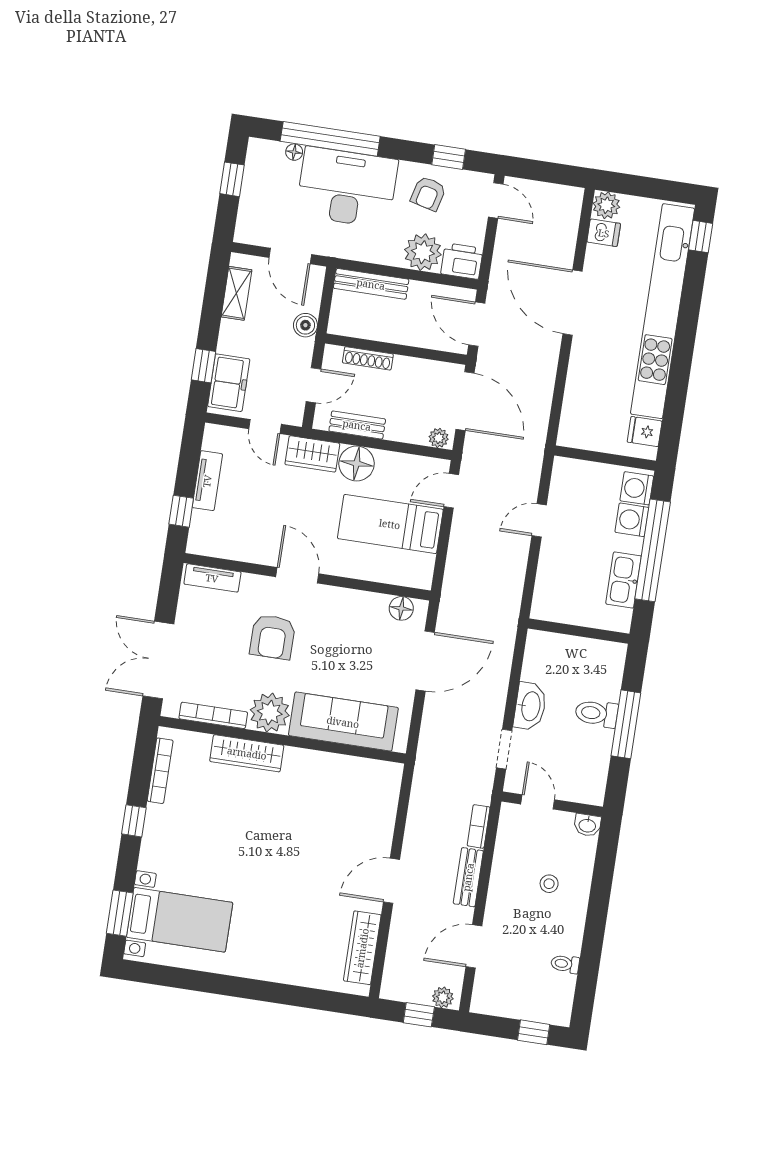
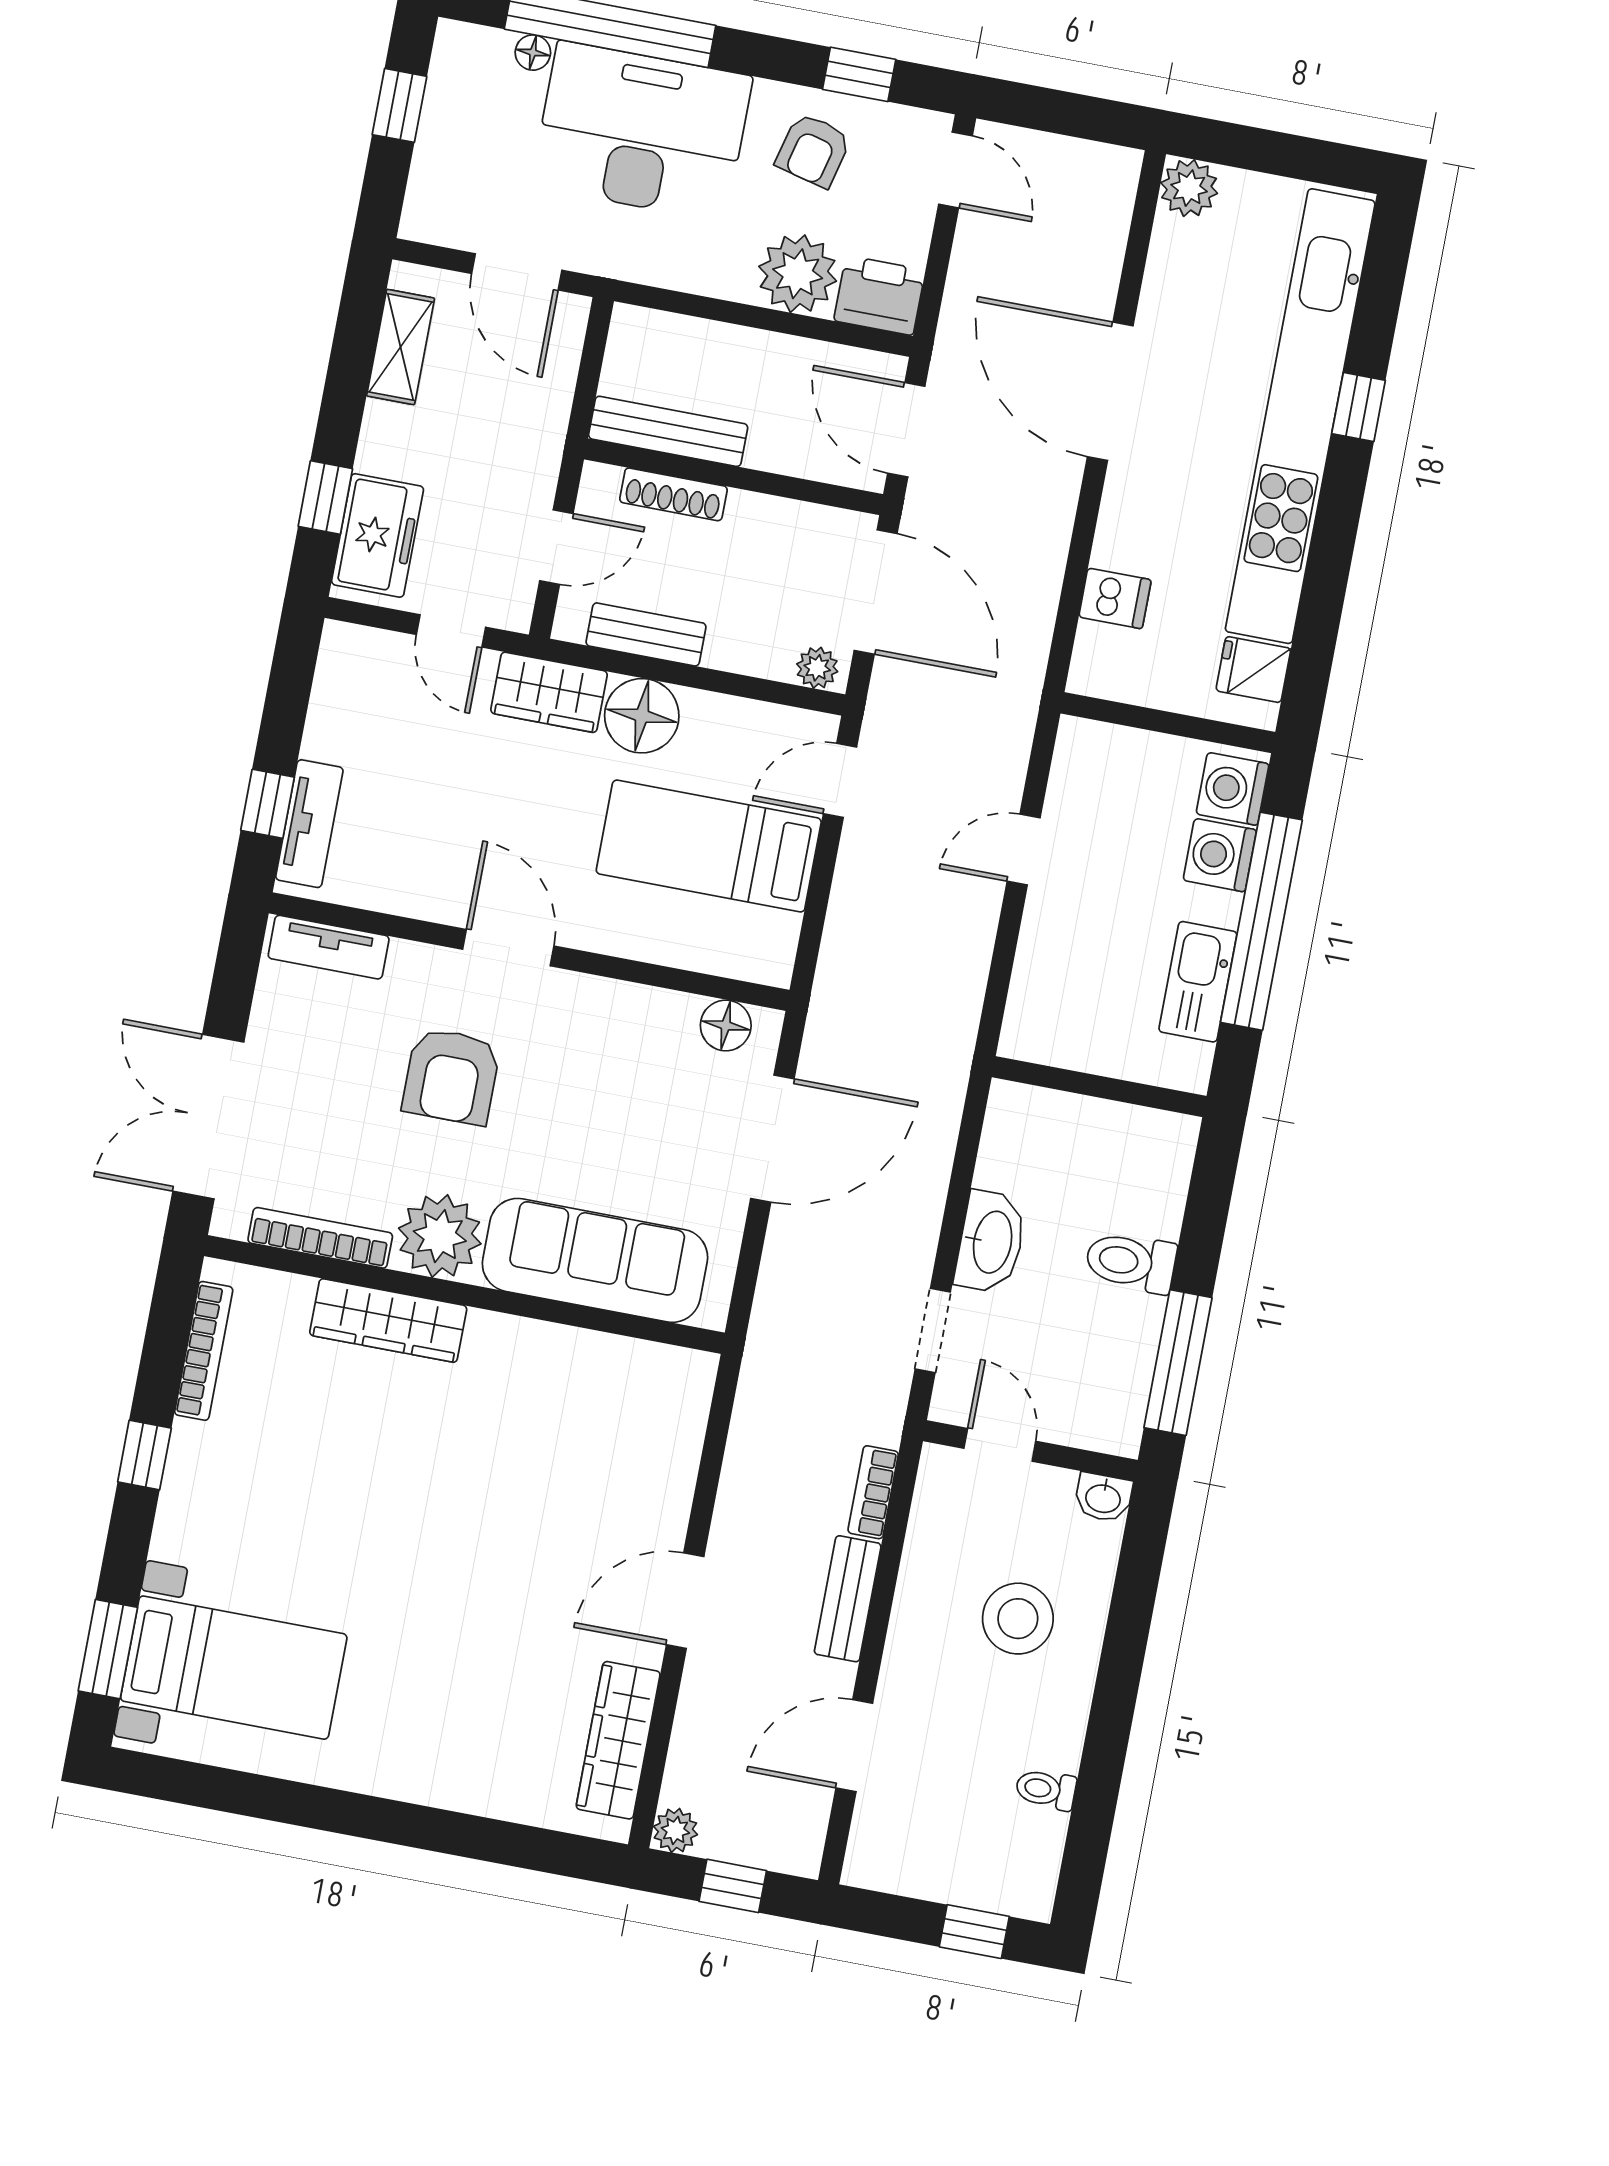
dishwasher: (604, 233) -> (1115, 598), moved
window: (701, 237) -> (1359, 407), moved
bench: (371, 284) -> (668, 431), moved
boiler: (305, 325) -> (544, 419), removed
tv unit: (207, 481) -> (309, 824), moved
window: (626, 724) -> (1178, 1363), moved
stool: (549, 884) -> (1018, 1619), width x1.89, depth x1.89
plant: (443, 997) -> (675, 1830), moved

